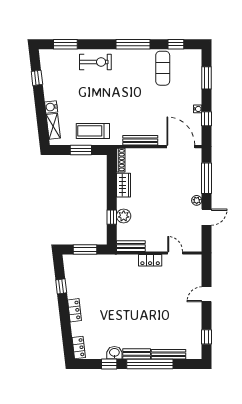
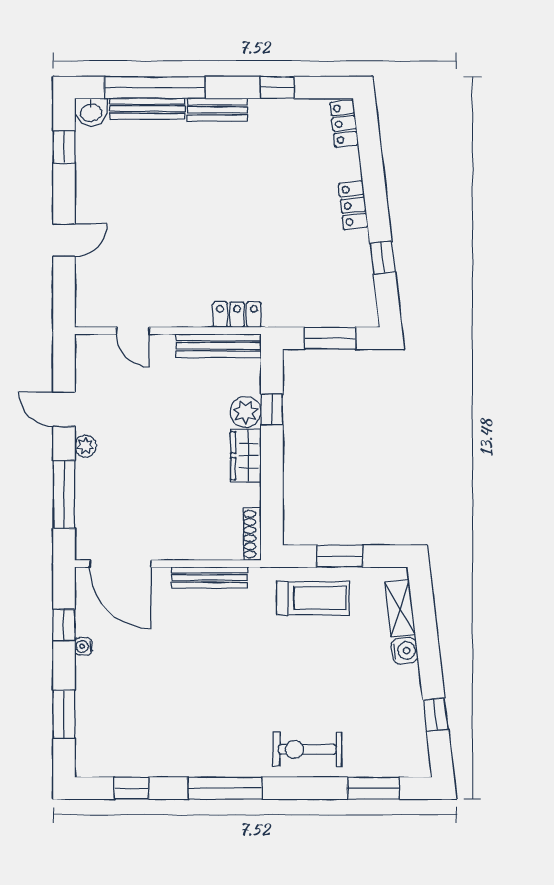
exercise mat: (163, 68) -> (160, 736), removed
wardrobe: (124, 185) -> (246, 456), moved
door: (207, 217) -> (64, 409), hinge flipped
bench: (131, 246) -> (219, 346), width x1.36
locker: (150, 260) -> (237, 315), moved
washbasin: (114, 353) -> (91, 112), moved
window: (150, 364) -> (155, 87), moved

